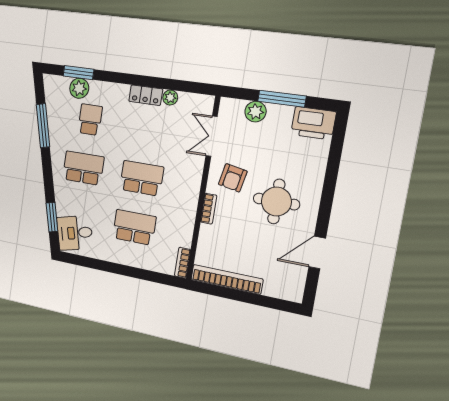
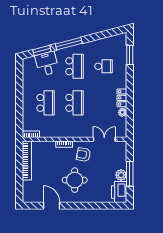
plant: (79, 88) -> (121, 57), removed
plant: (255, 112) -> (121, 175), moved
window: (43, 126) -> (69, 44), moved
desk: (75, 233) -> (47, 64), moved

